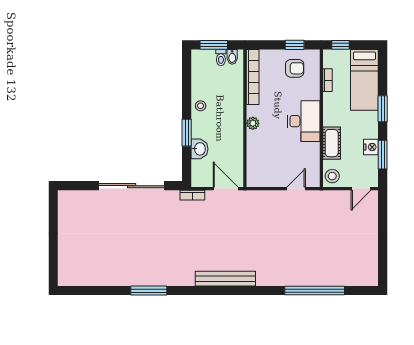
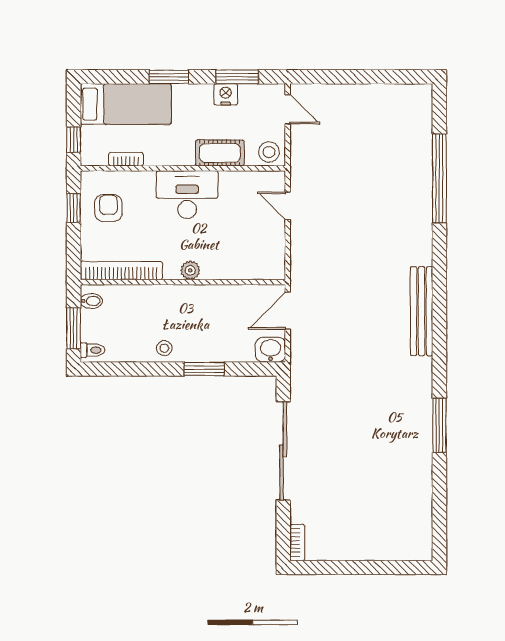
toilet: (221, 58) -> (92, 350), moved
washbasin: (199, 149) -> (271, 350), moved
bookcase: (192, 195) -> (297, 543), moved

